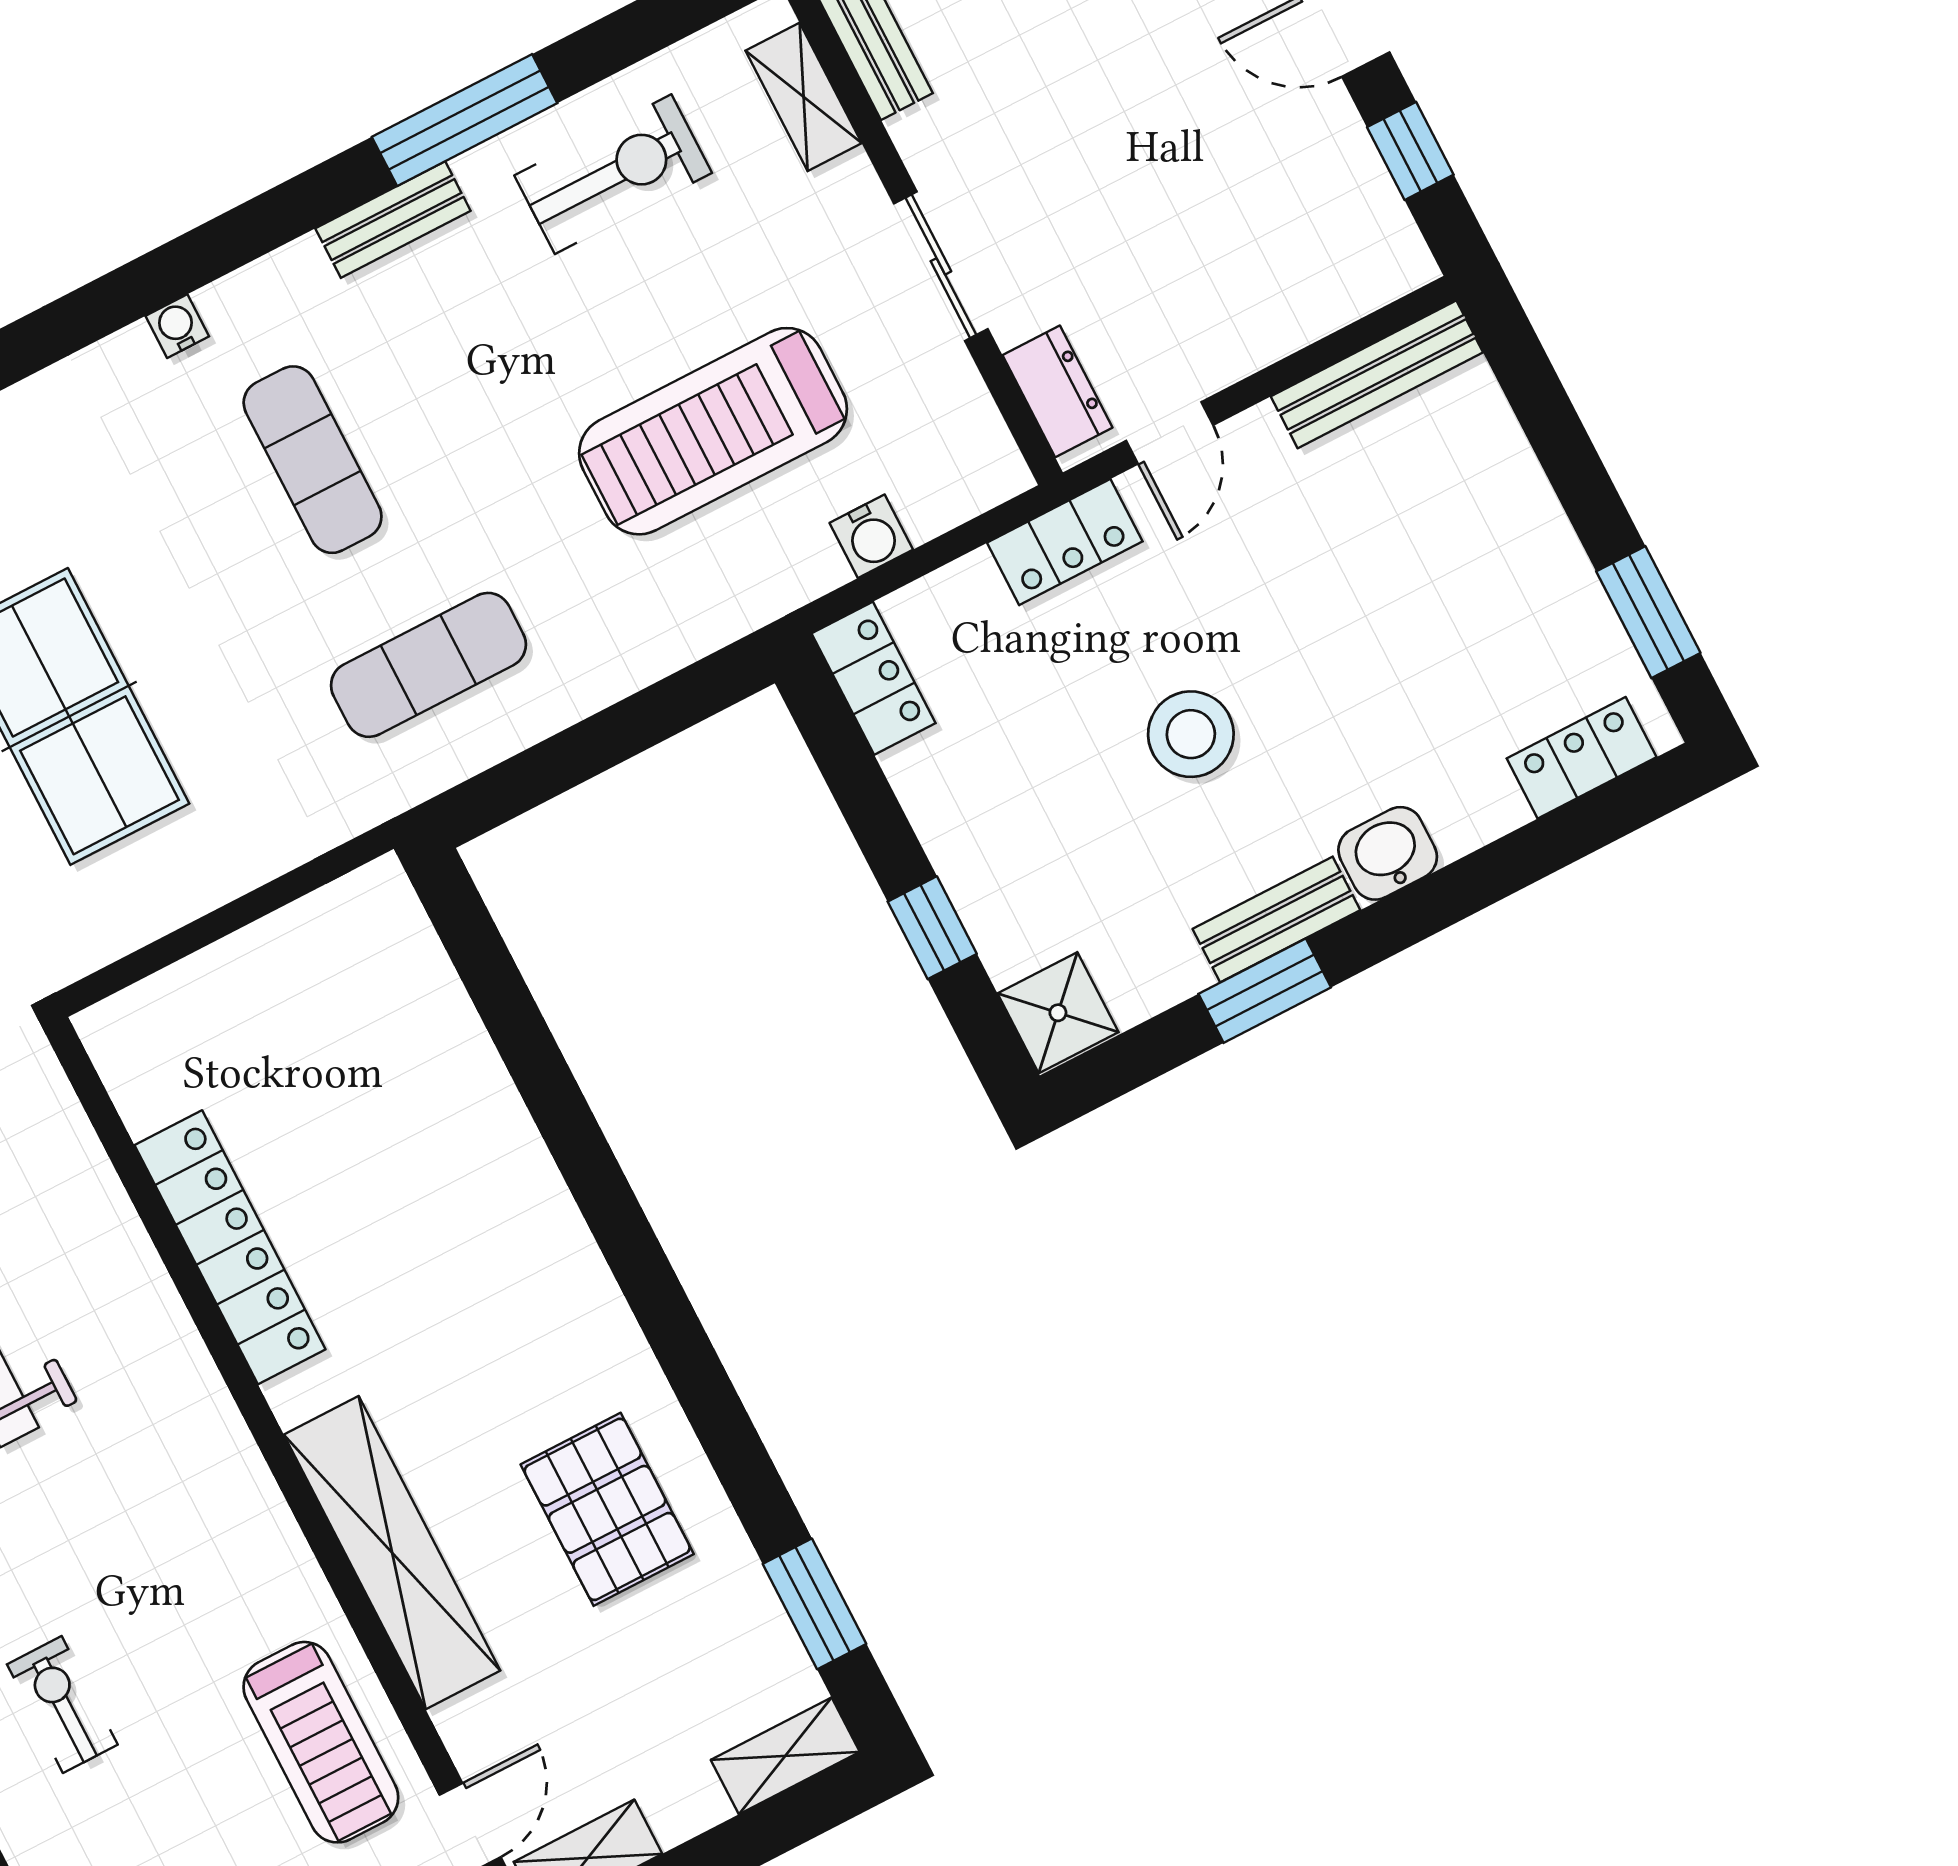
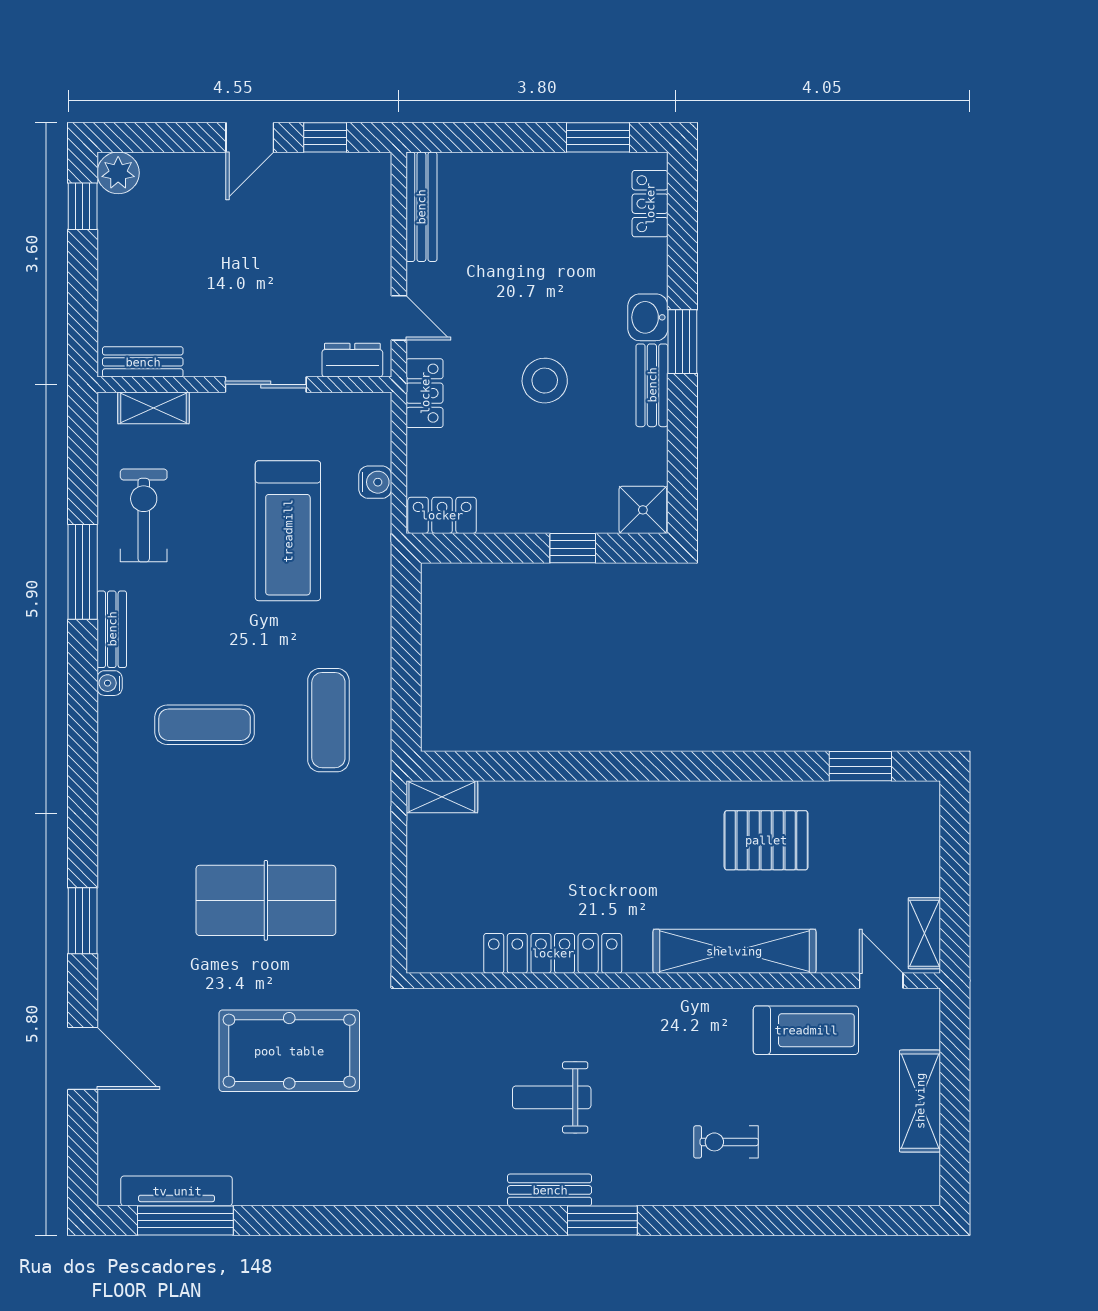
water cooler: (177, 326) -> (110, 683), moved
window: (1265, 991) -> (682, 342), moved
shelving: (785, 1756) -> (442, 797), moved, turned 90

